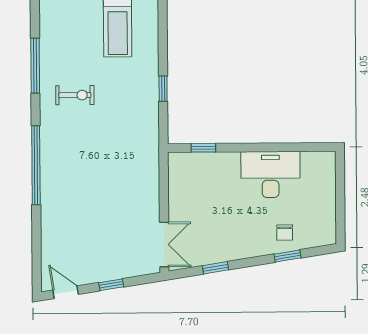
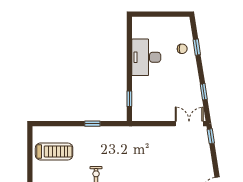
window: (111, 285) -> (211, 136), moved

